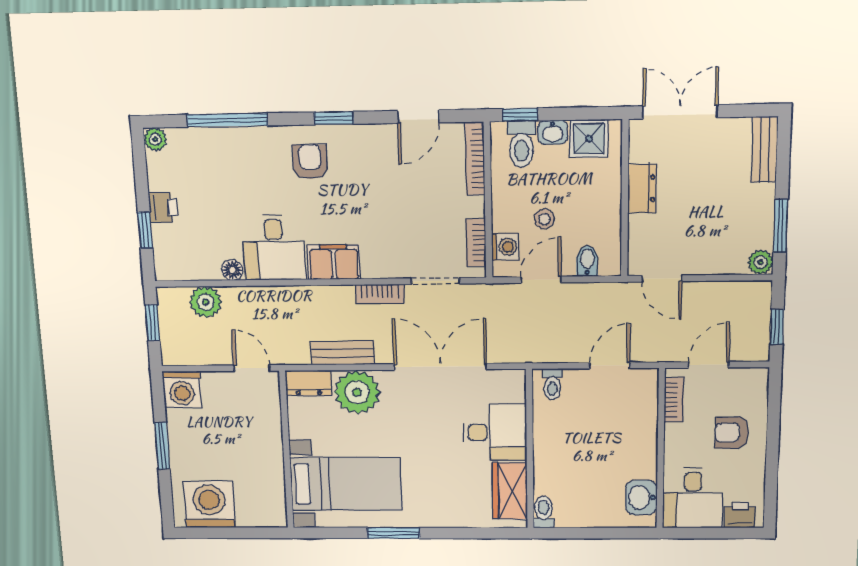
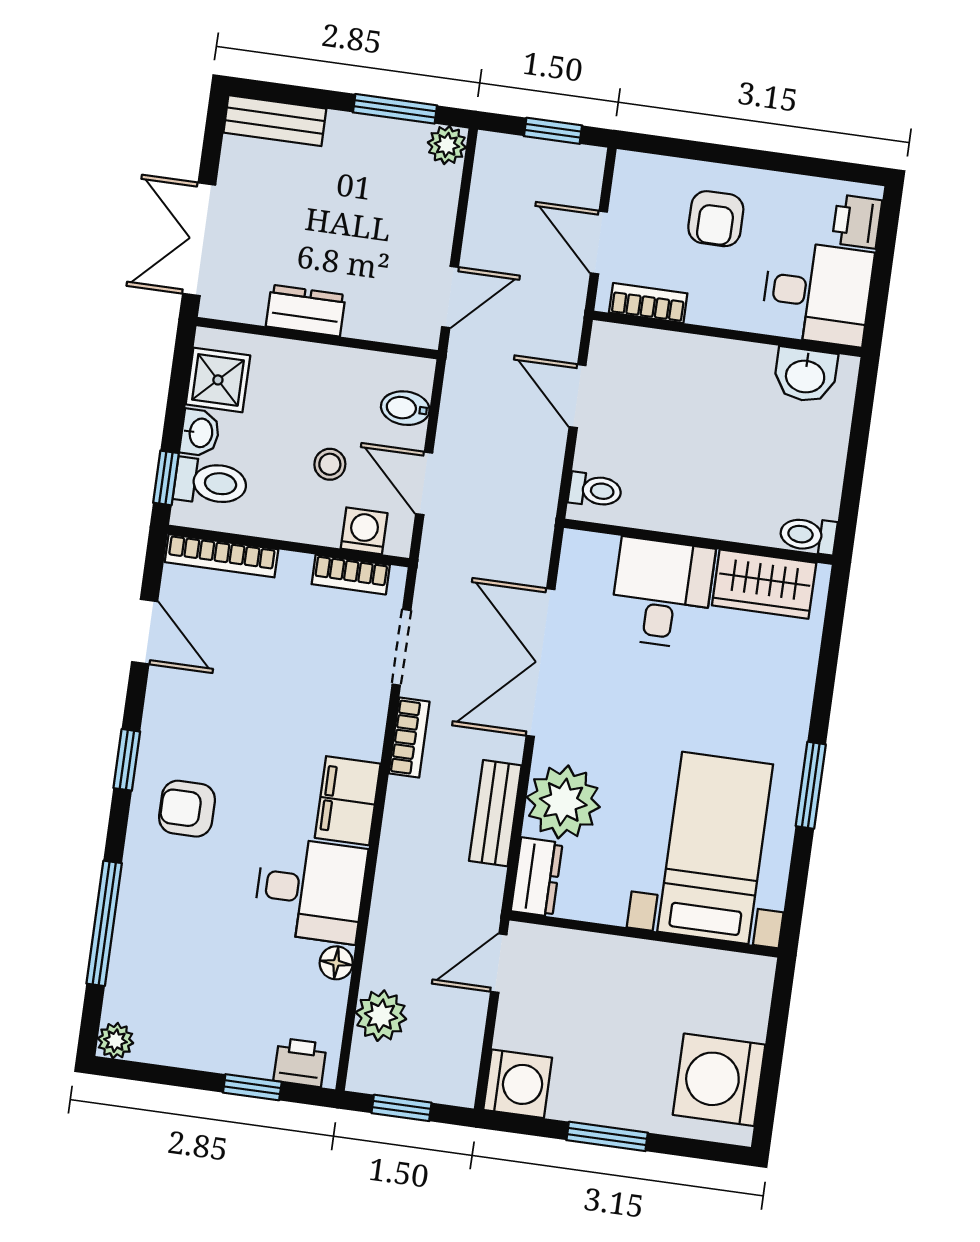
printer: (163, 207) -> (300, 1062), moved

